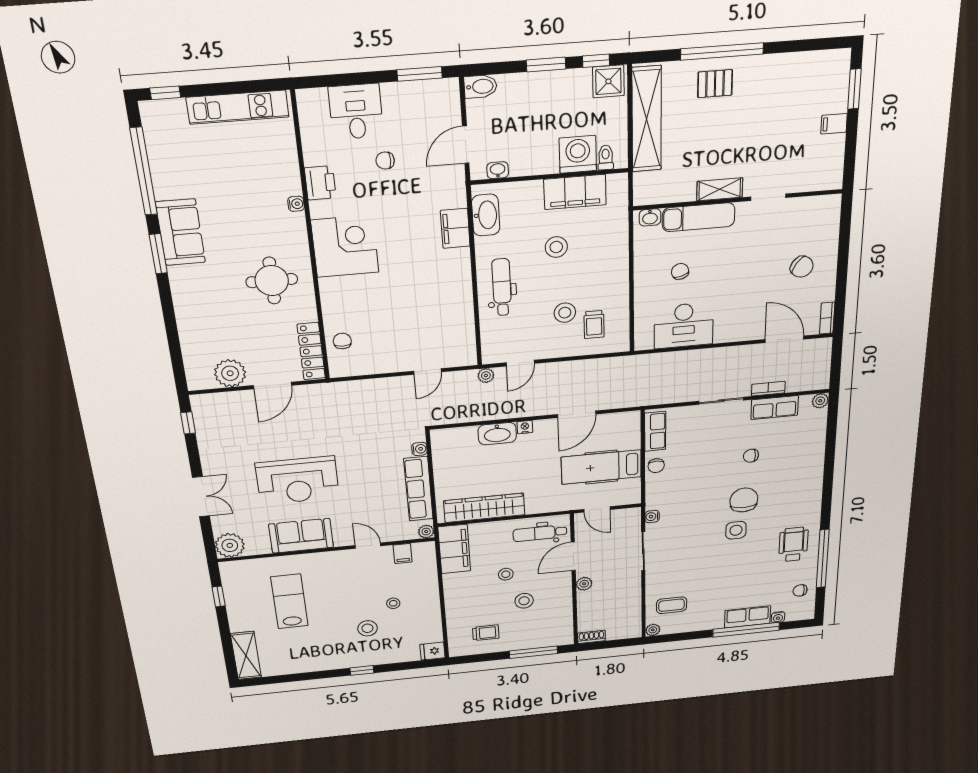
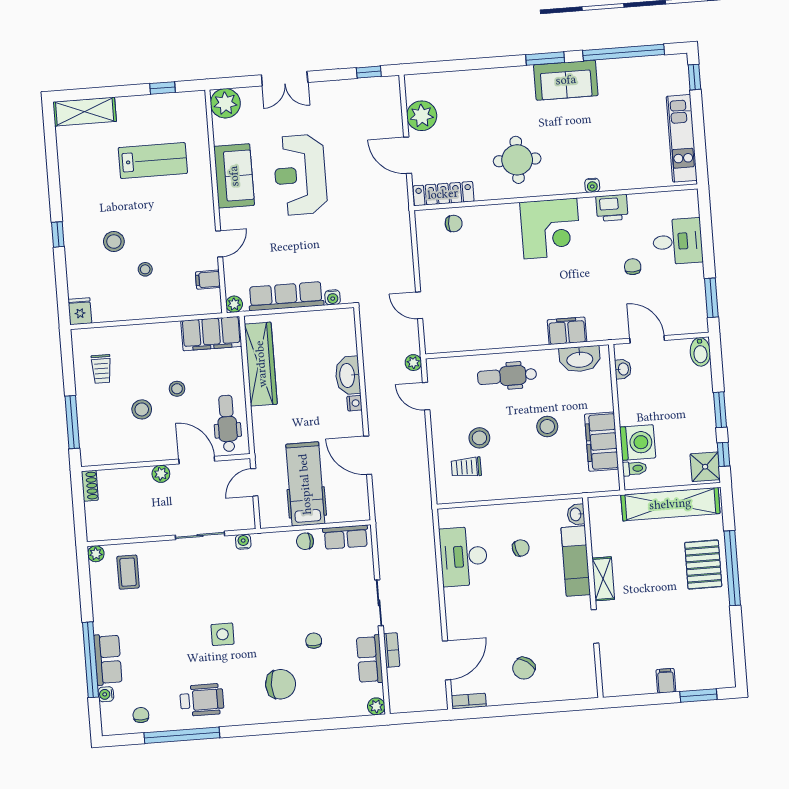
pallet: (715, 84) -> (703, 565), width x1.50, depth x1.42
dental chair: (502, 287) -> (507, 376), turned 180
chair: (744, 500) -> (281, 684), moved

